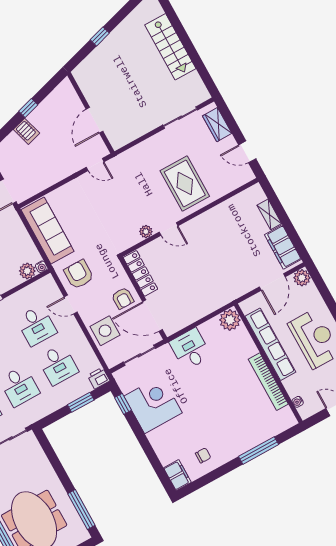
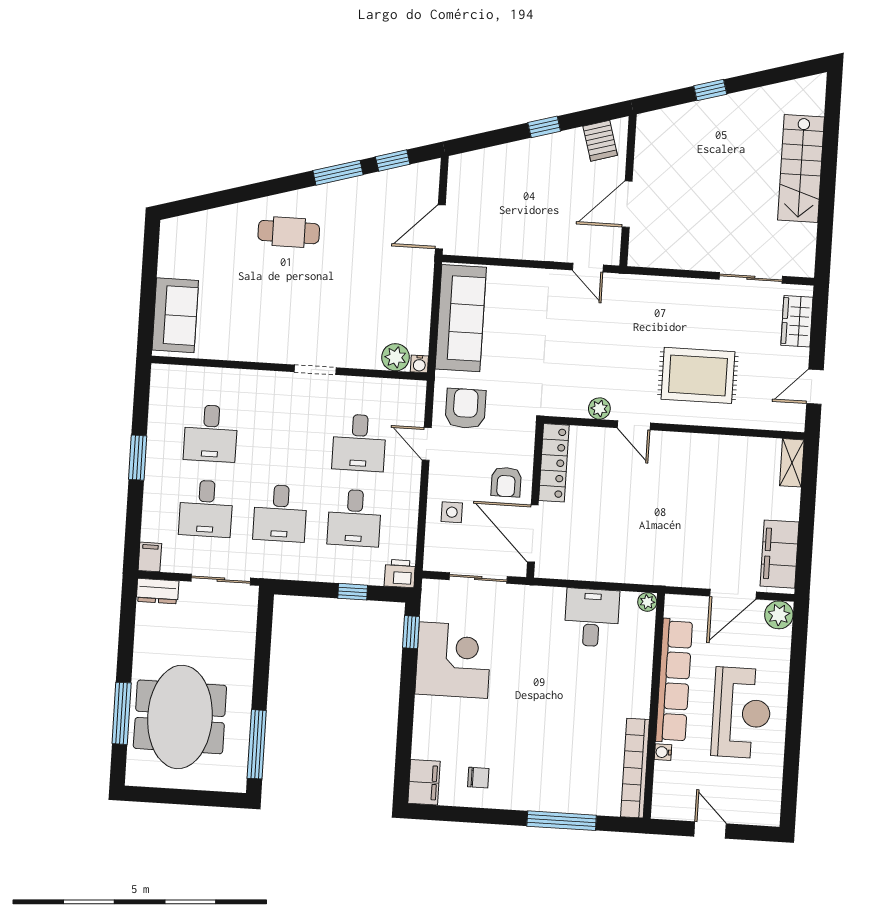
server rack: (26, 131) -> (600, 141), moved
door: (247, 152) -> (815, 387), hinge flipped
rug: (185, 184) -> (698, 375), turned 90
shelving: (269, 214) -> (792, 463), moved
plant: (230, 320) -> (647, 602), width x0.53, depth x0.53
side table: (105, 331) -> (452, 512), width x0.54, depth x0.54
desk: (190, 349) -> (592, 618), moved
bookcase: (268, 382) -> (635, 768), moved
window: (81, 402) -> (353, 592), width x0.67
water cooler: (298, 402) -> (663, 752), moved

